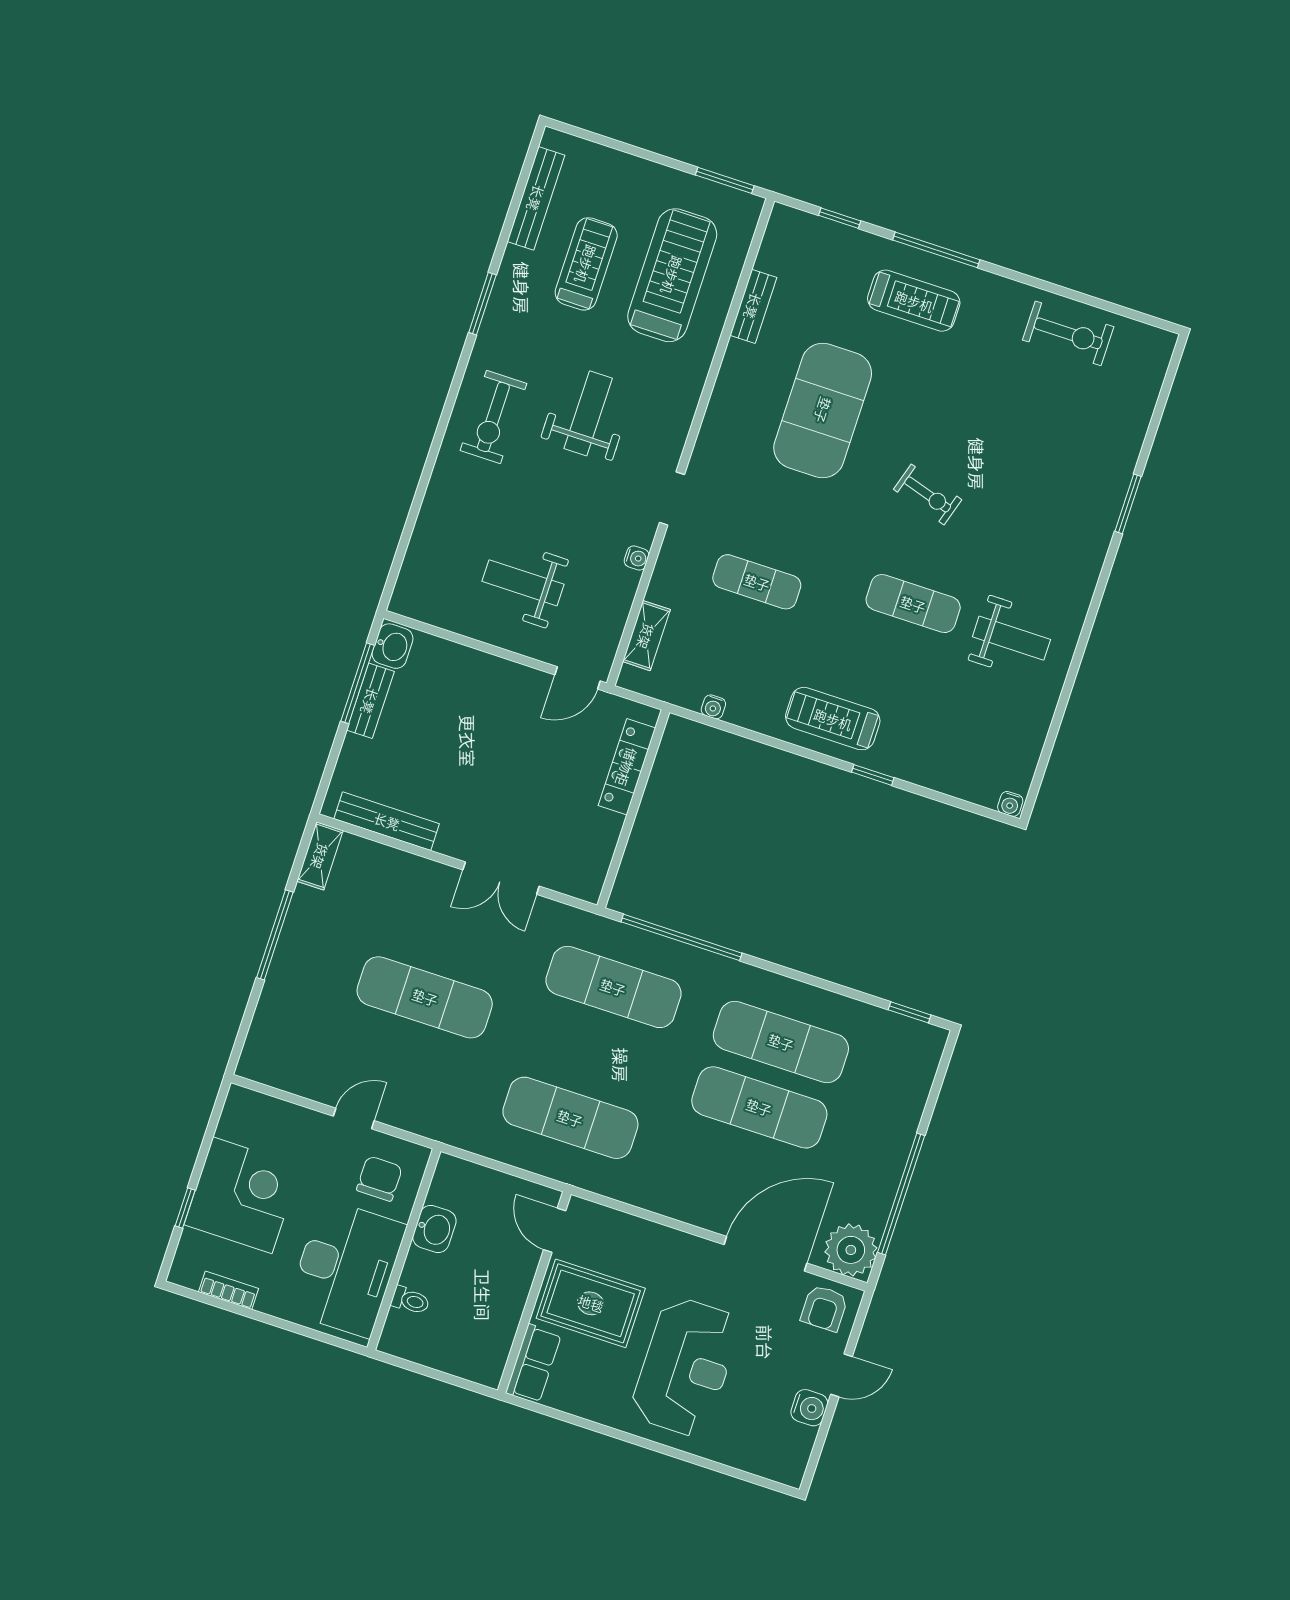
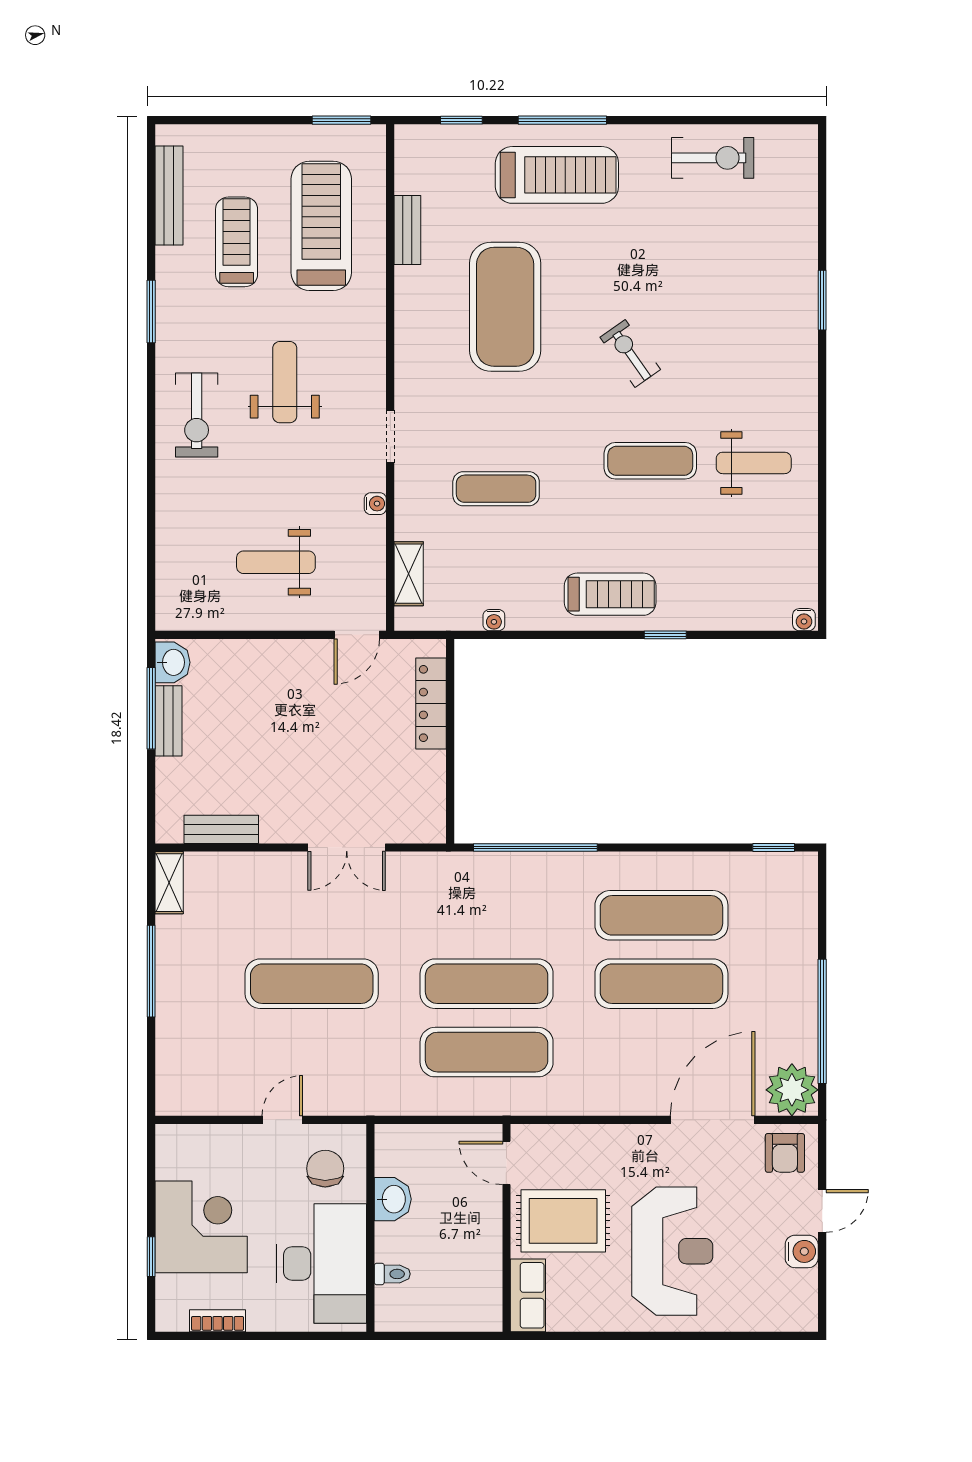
treadmill: (914, 301) -> (557, 175), width x1.37, depth x1.38
exercise bike: (928, 494) -> (630, 353), turned -142
treadmill: (833, 719) -> (610, 594), turned 180
bench: (387, 821) -> (221, 829), width x0.73
exercise mat: (613, 987) -> (487, 984), moved

